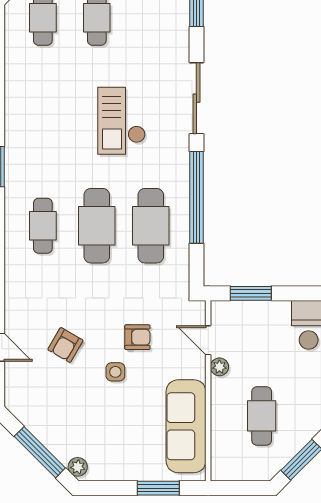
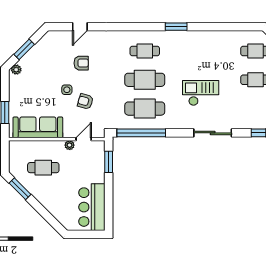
window: (196, 197) -> (141, 133), moved
armchair: (137, 337) -> (85, 101), turned 106
armchair: (65, 345) -> (81, 63), turned 150
window: (40, 452) -> (24, 49), width x0.69

